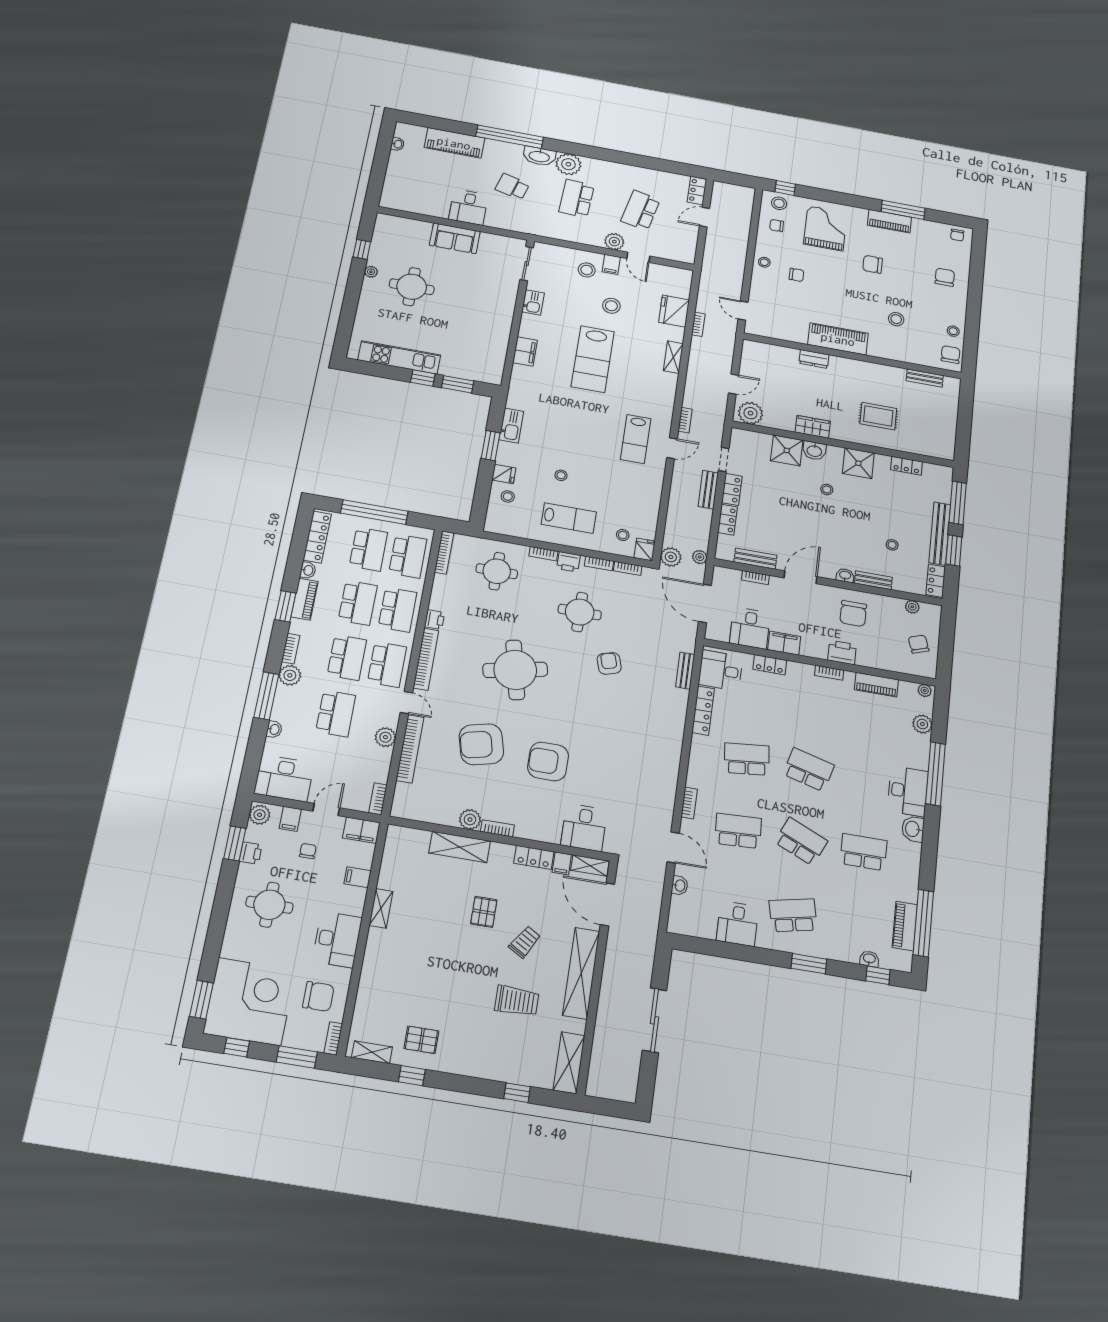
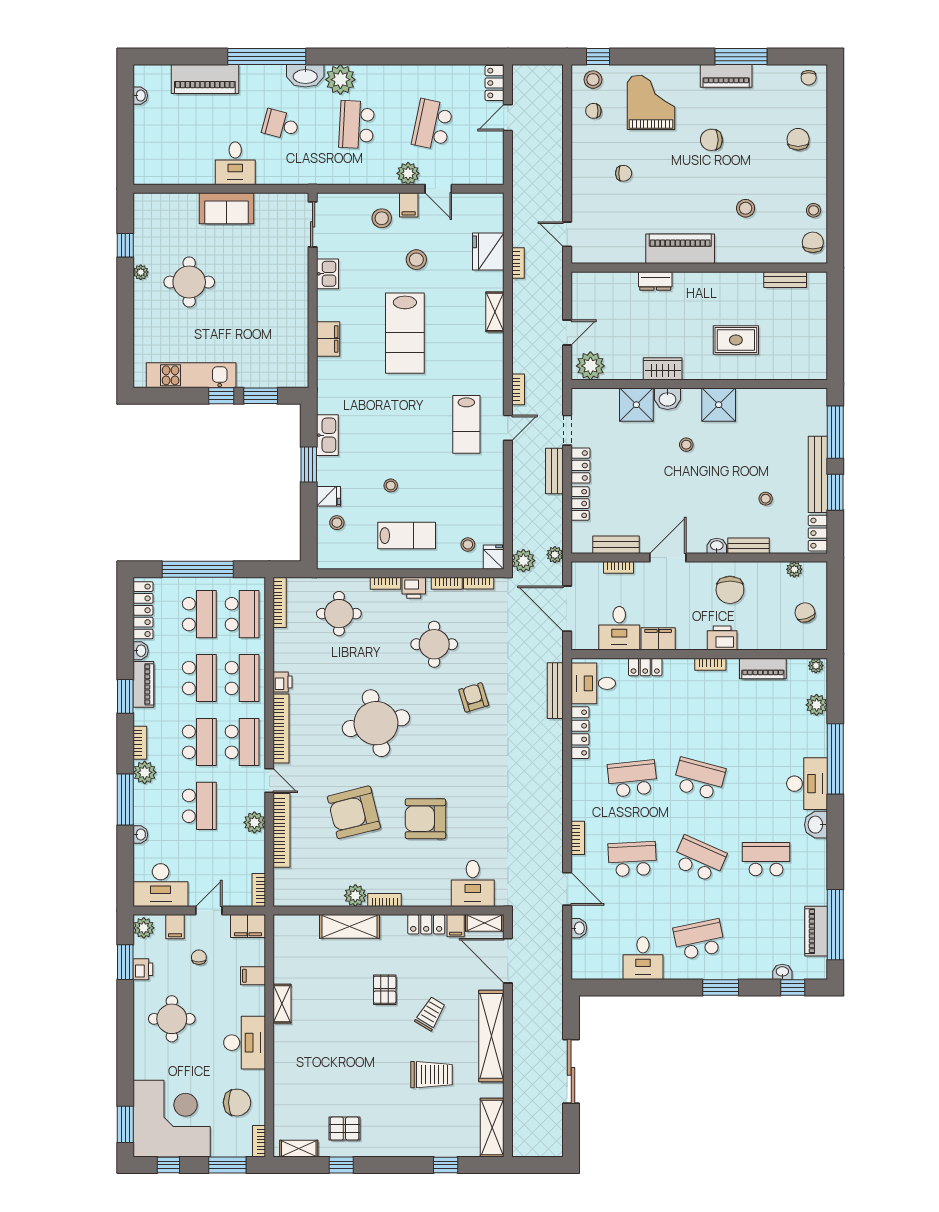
stool: (764, 262) -> (584, 164), removed
locker: (907, 466) -> (774, 397), removed
bench: (685, 671) -> (555, 691), width x1.36

